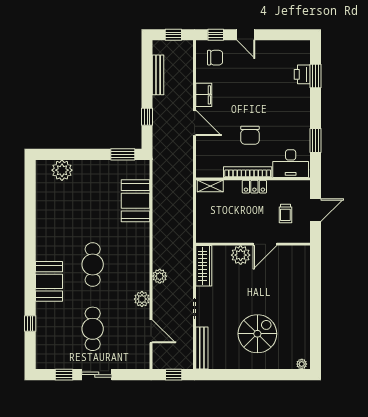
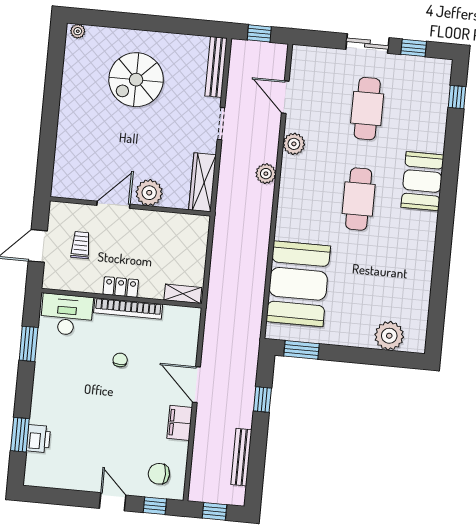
chair: (250, 135) -> (120, 360), width x0.54, depth x0.54
booth: (136, 201) -> (298, 284), width x1.36, depth x1.42
window: (30, 324) -> (457, 97), moved

